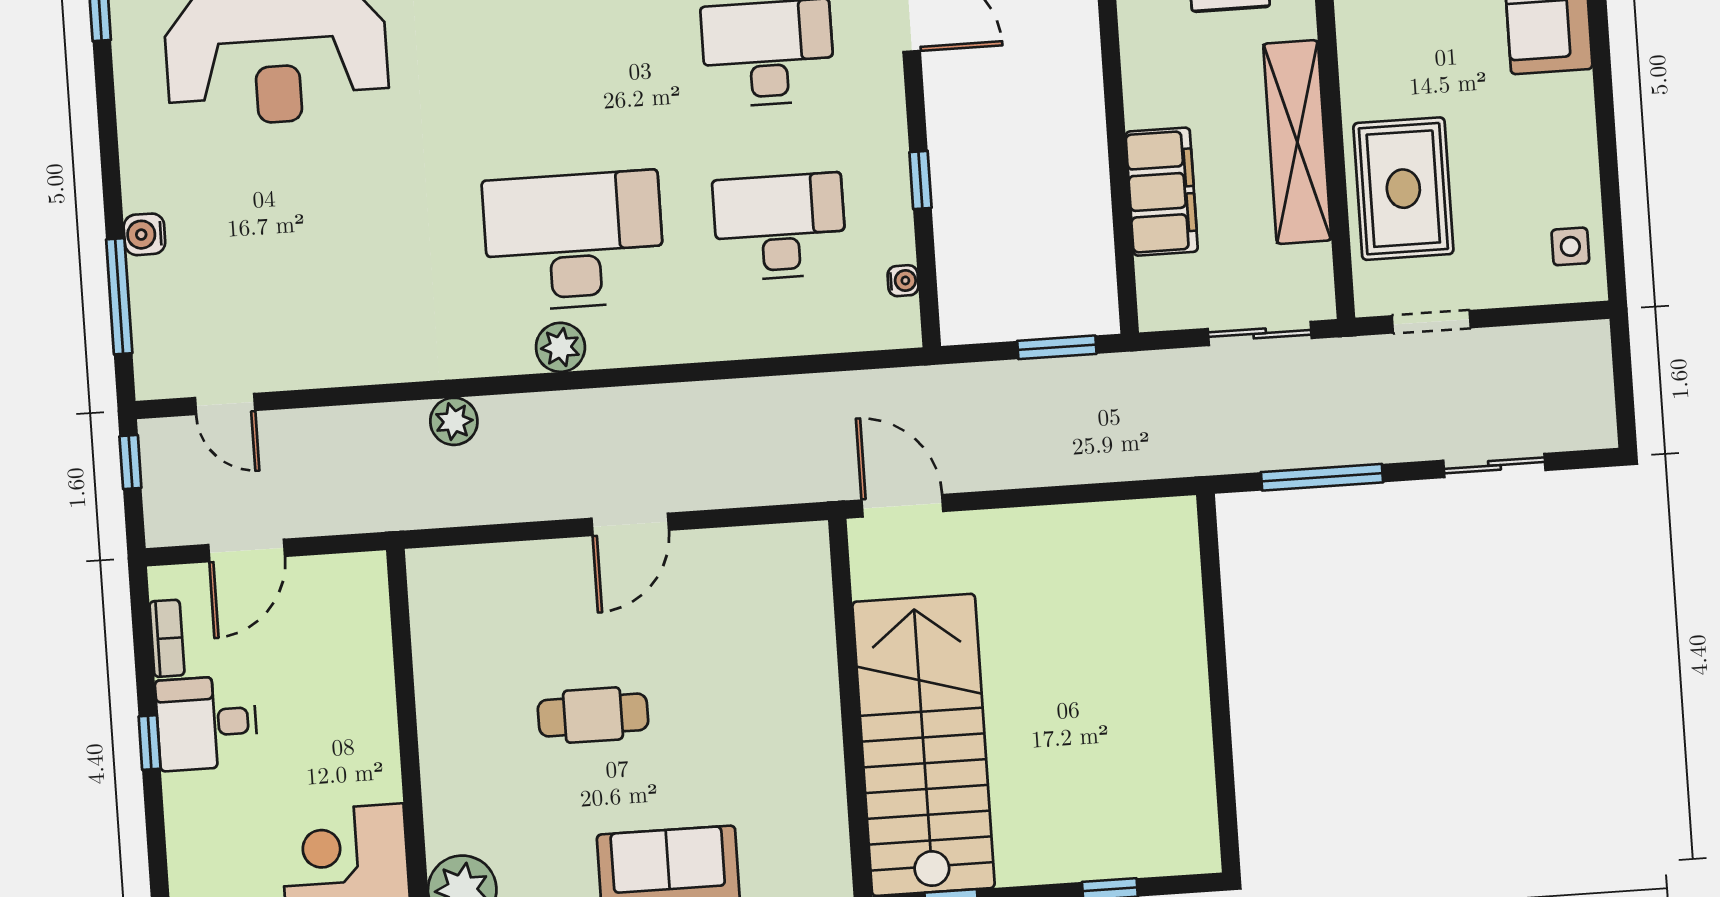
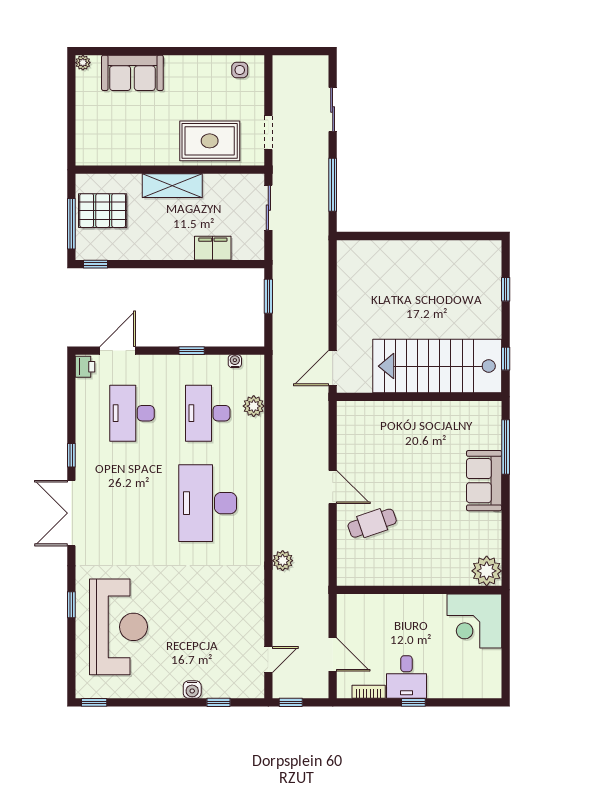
shelving: (1297, 142) -> (172, 186), width x0.68
filing cabinet: (1162, 192) -> (213, 248), width x0.67, depth x0.86
window: (119, 296) -> (218, 702), width x0.46
plant: (560, 347) -> (254, 406), moved
cafe table: (593, 715) -> (372, 523), moved, turned 71

